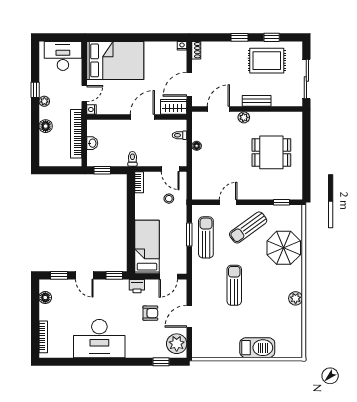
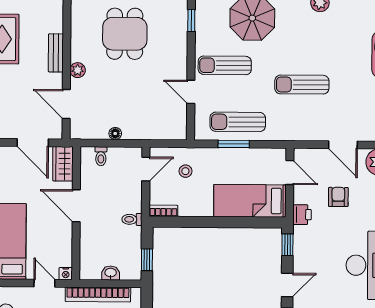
sun lounger: (248, 227) -> (225, 65), turned 126

